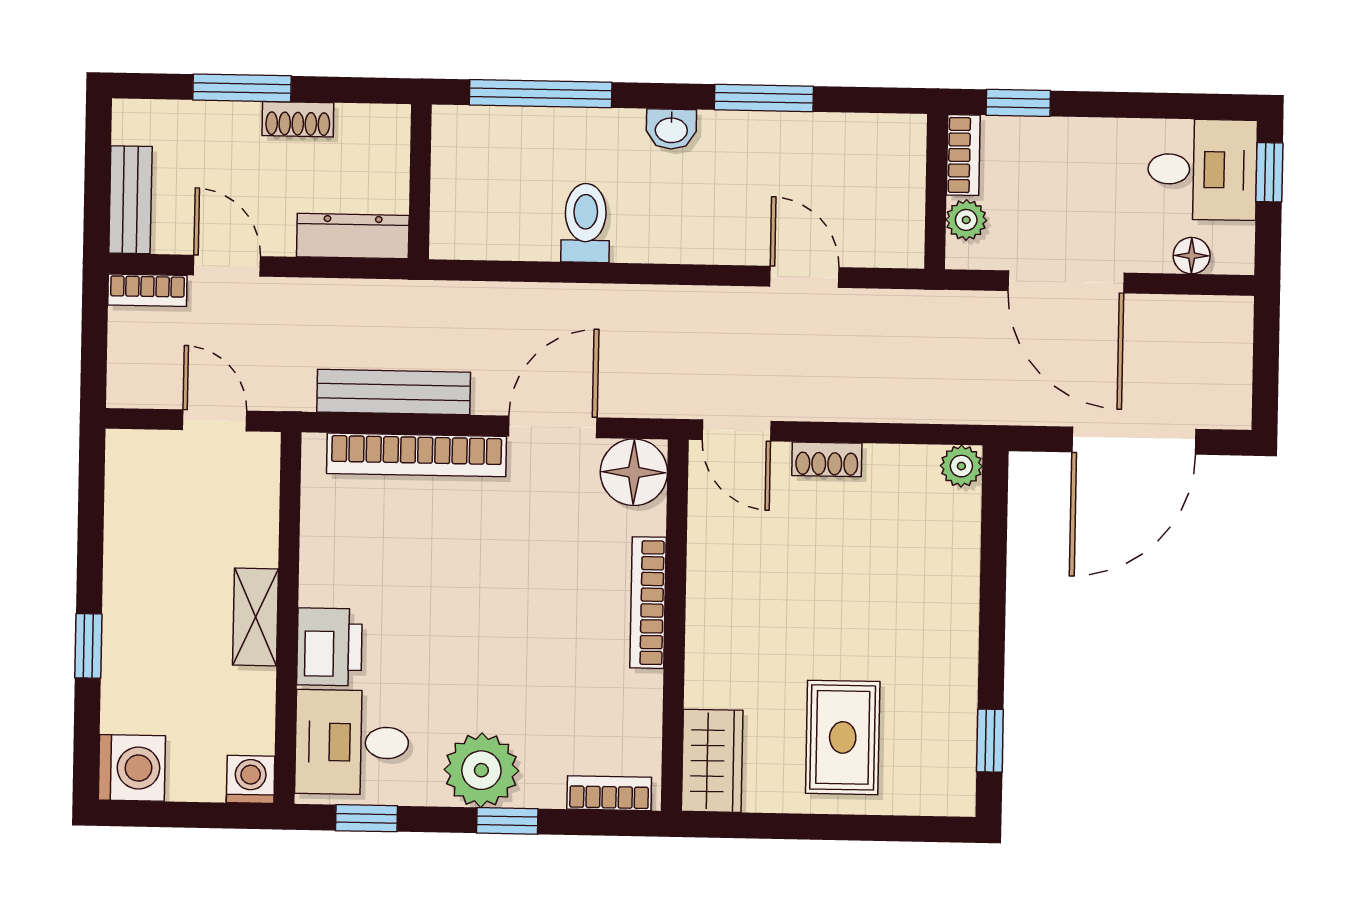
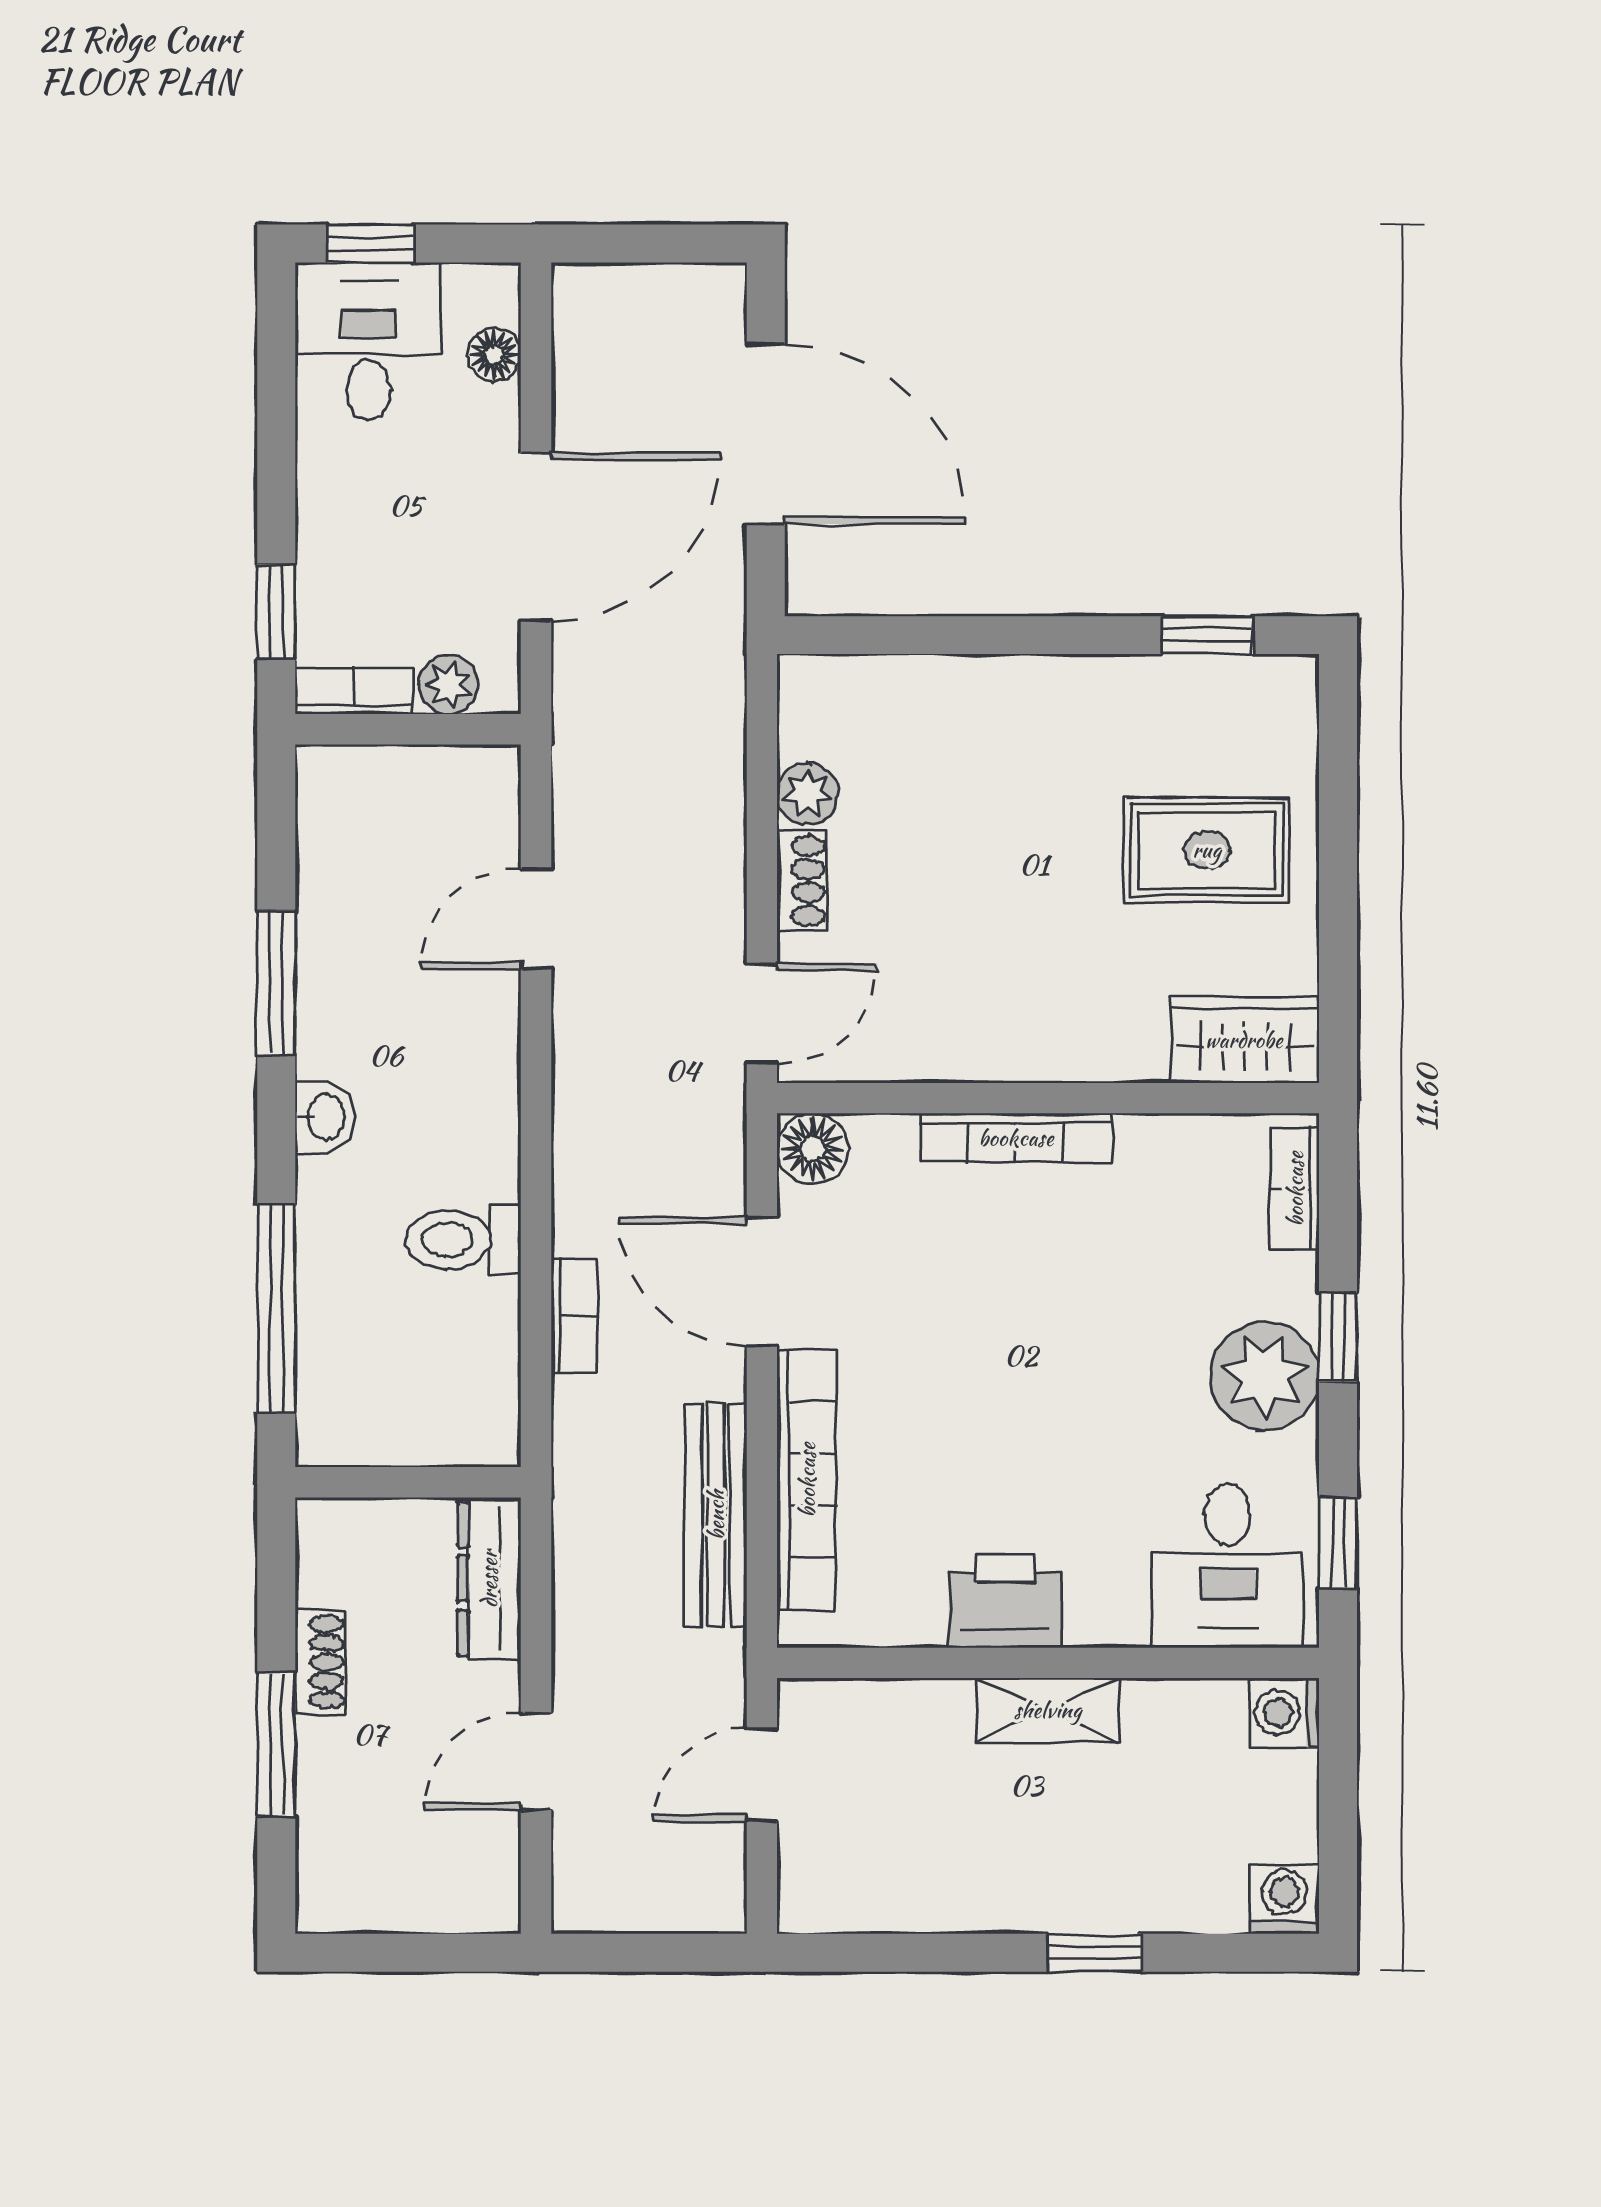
bench: (130, 200) -> (442, 1904), removed
bookcase: (147, 290) -> (574, 1316), moved
plant: (961, 466) -> (808, 794), moved
floor lamp: (634, 472) -> (813, 1149), width x0.73, depth x0.73
printer: (329, 647) -> (1005, 1601), moved
washing machine: (132, 768) -> (1284, 1899), width x0.73, depth x0.73

